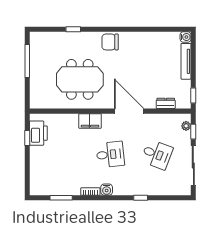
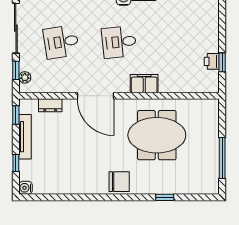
window: (193, 57) -> (16, 163), added
tv unit: (186, 61) -> (25, 137), moved
printer: (38, 133) -> (212, 61), width x0.53, depth x0.68
desk: (157, 154) -> (61, 42), turned -30

